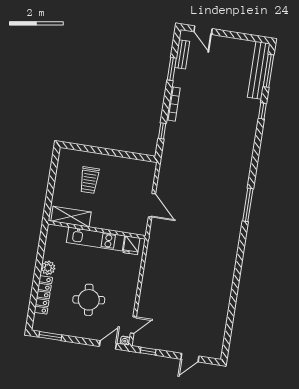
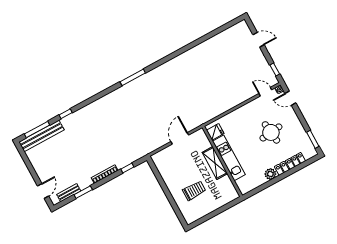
shelving: (71, 217) -> (215, 163), moved

